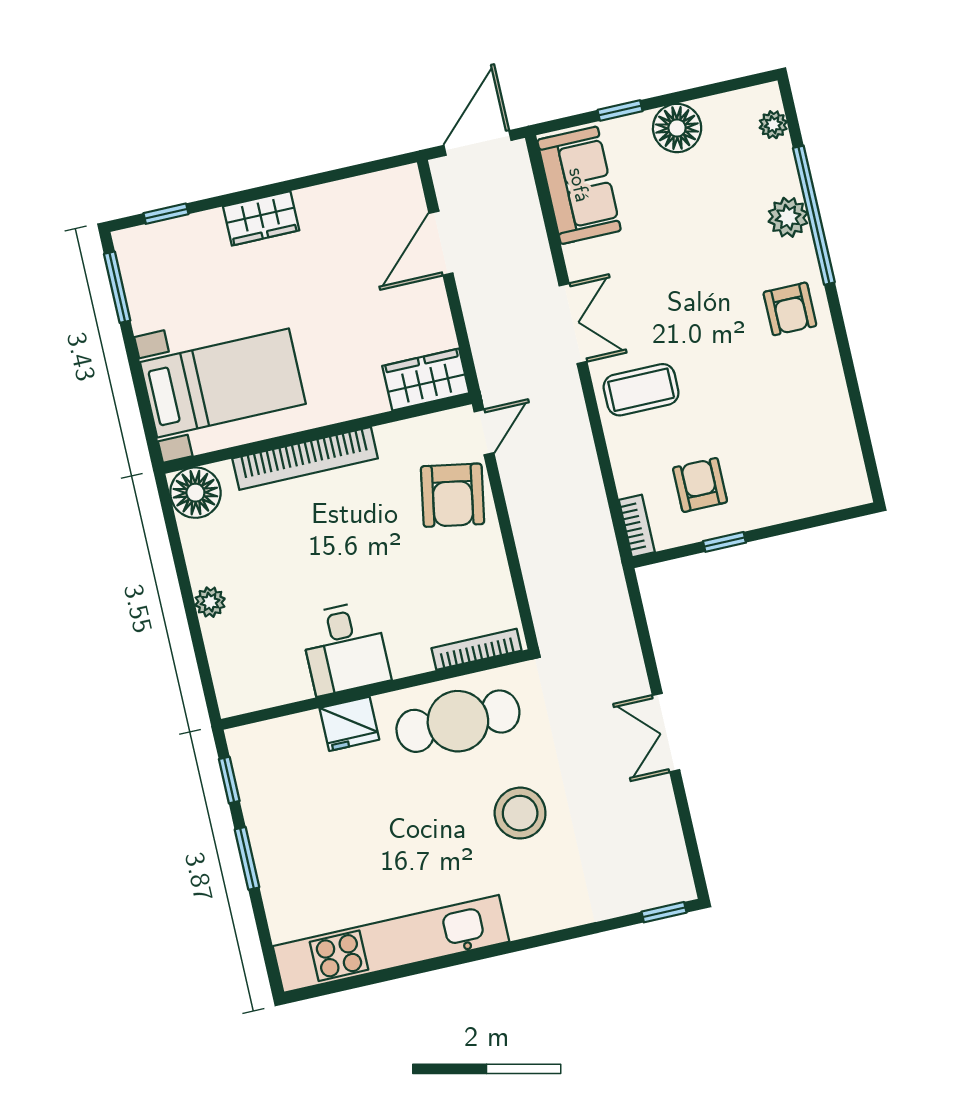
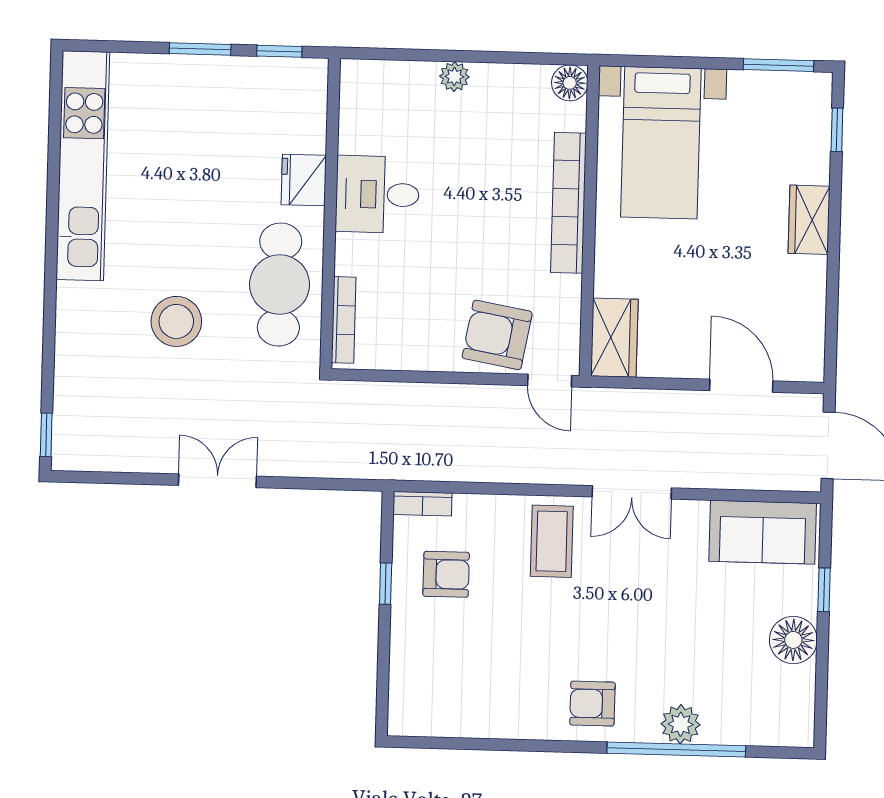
plant: (773, 125) -> (773, 733), removed
floor lamp: (195, 493) -> (570, 83), width x0.73, depth x0.73

